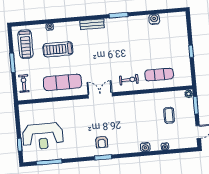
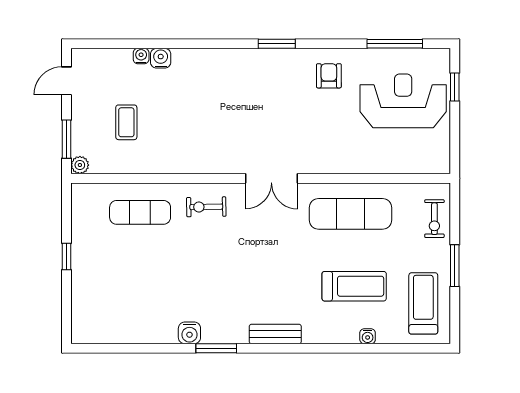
water cooler: (154, 19) -> (189, 333), moved
armchair: (102, 142) -> (329, 76), moved
water cooler: (145, 147) -> (161, 58), moved

